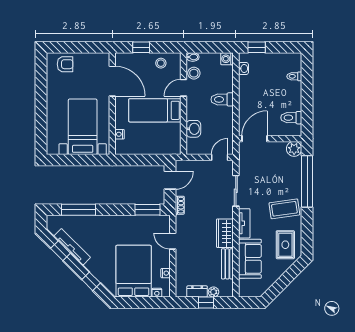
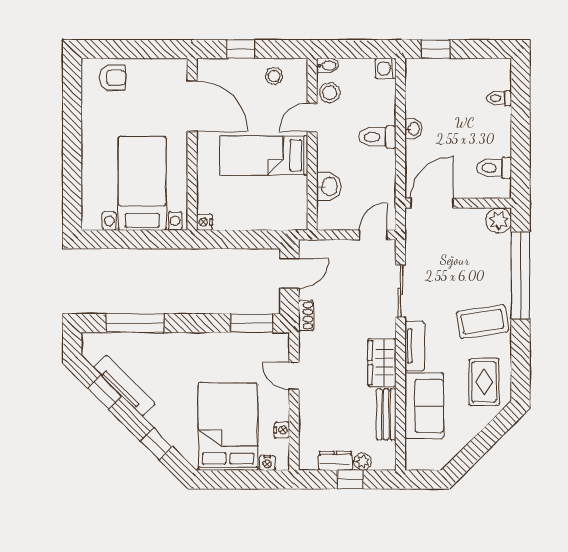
washbasin: (244, 68) -> (413, 129), moved
nightstand: (120, 134) -> (204, 222), moved

